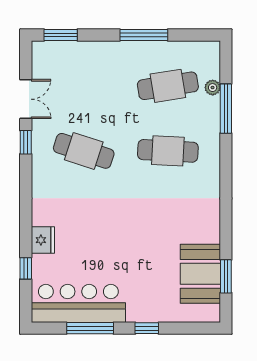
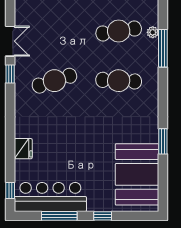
cafe table: (84, 151) -> (54, 81), turned -36
window: (26, 268) -> (10, 191), moved
booth: (200, 274) -> (137, 174), width x1.36, depth x1.42
window: (226, 276) -> (163, 141), moved

